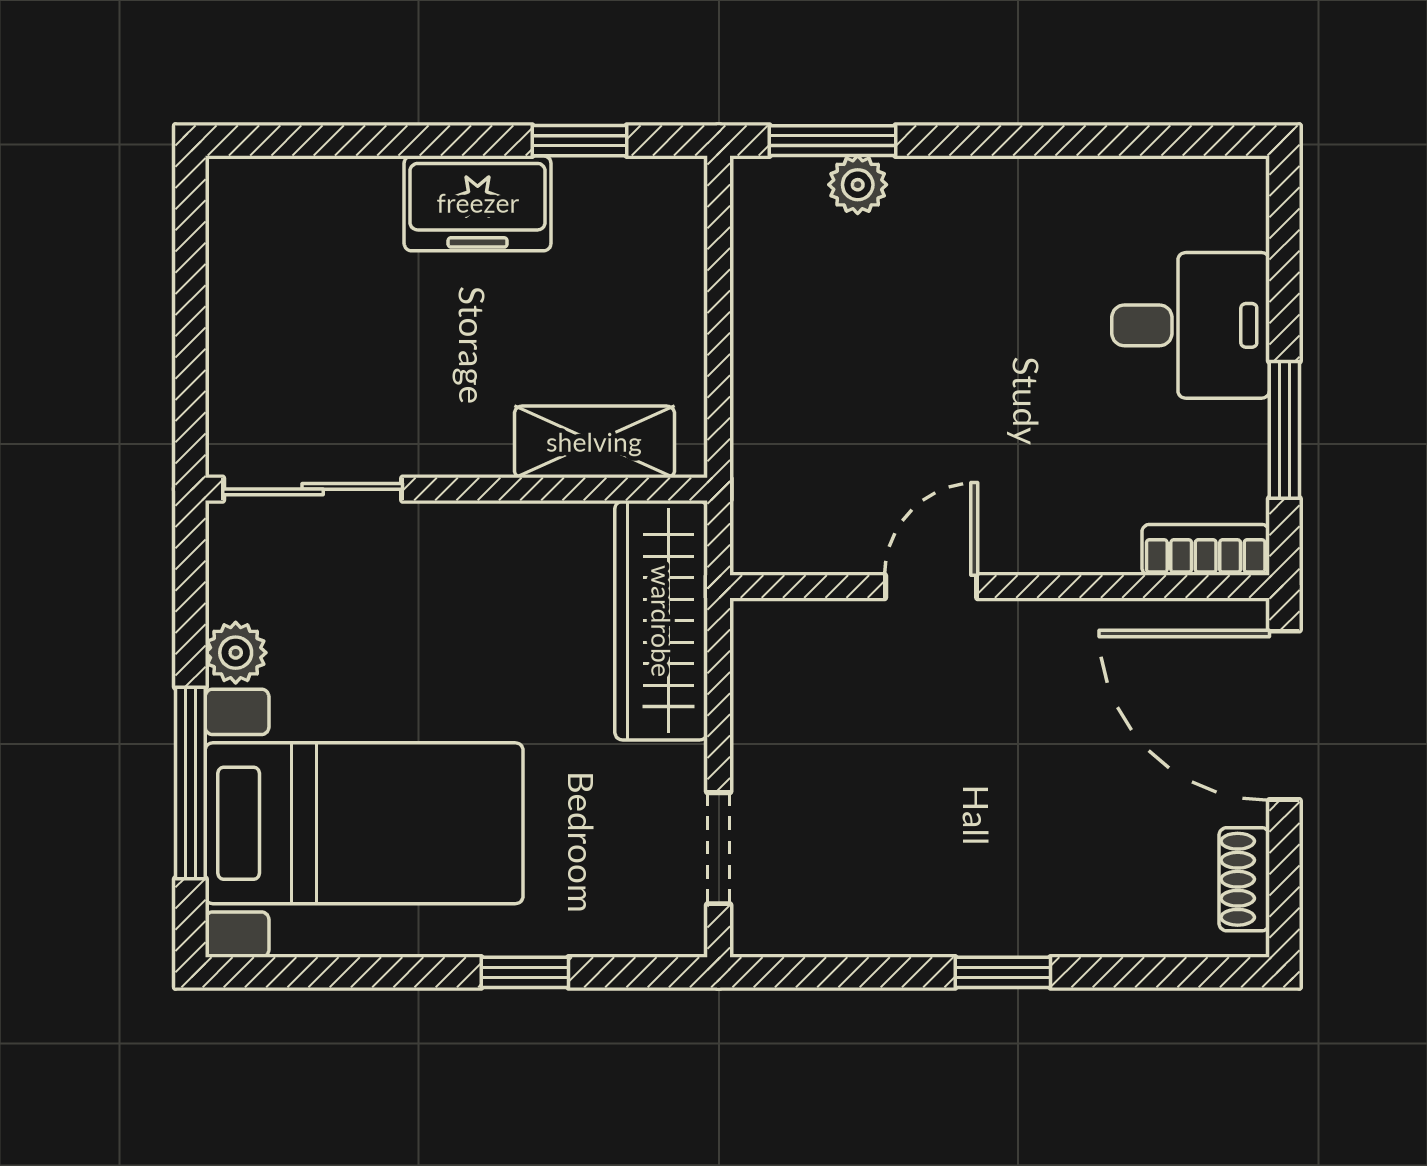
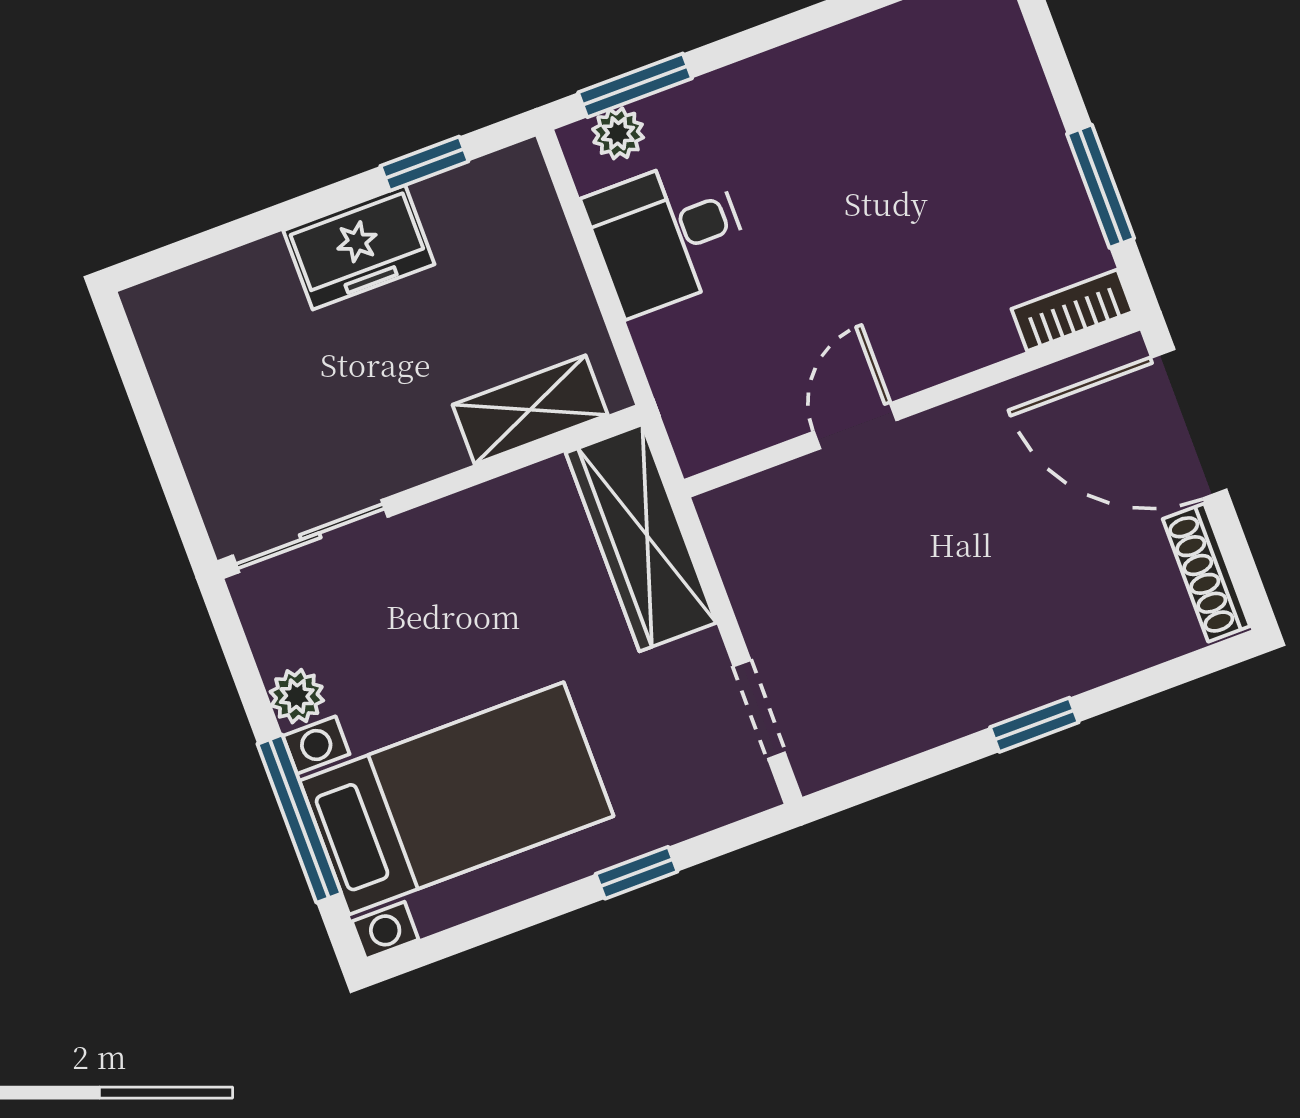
plant: (858, 185) -> (618, 133), moved
desk: (1191, 325) -> (668, 235), moved, turned 180
shoe rack: (1244, 879) -> (1206, 573), width x1.43

